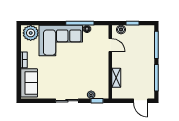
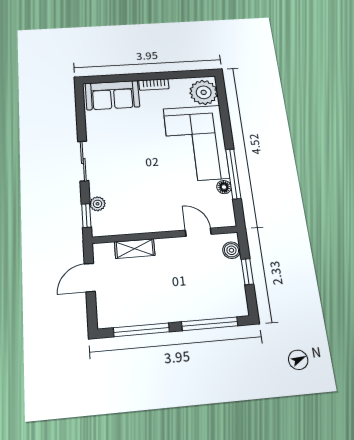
door: (110, 45) -> (198, 232), swing flipped
door: (141, 101) -> (90, 278), moved

